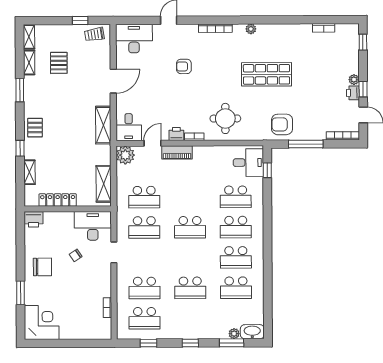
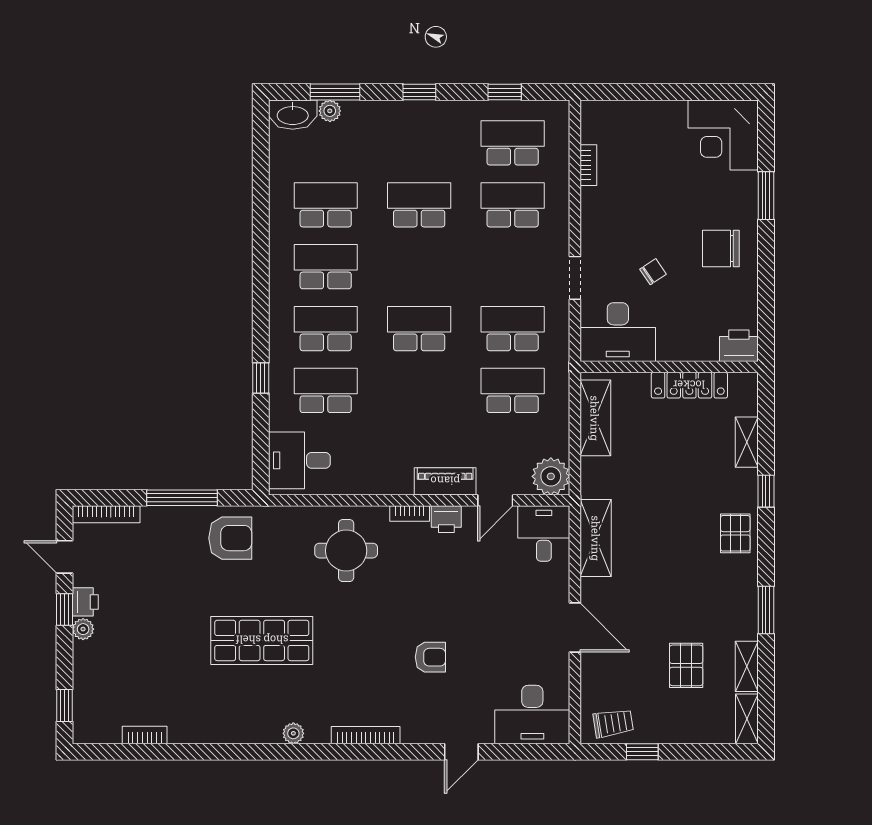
door: (113, 81) -> (575, 627), swing flipped
window: (267, 170) -> (261, 378), moved

